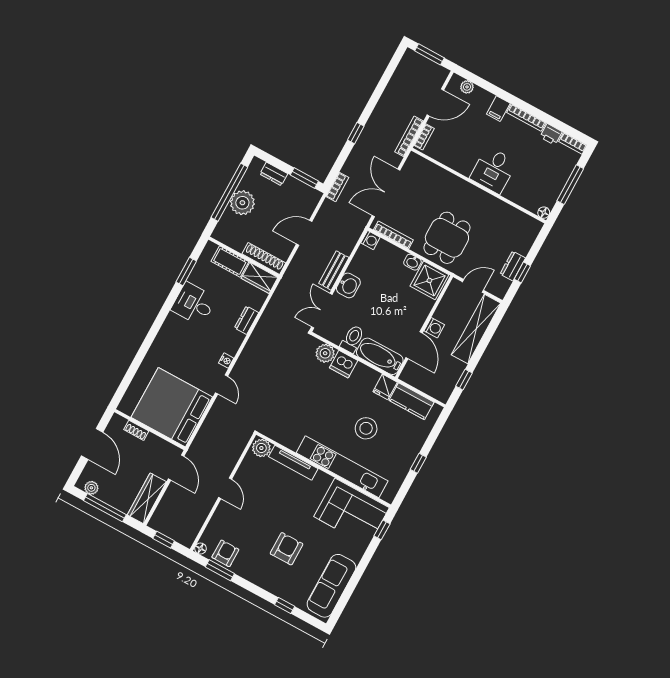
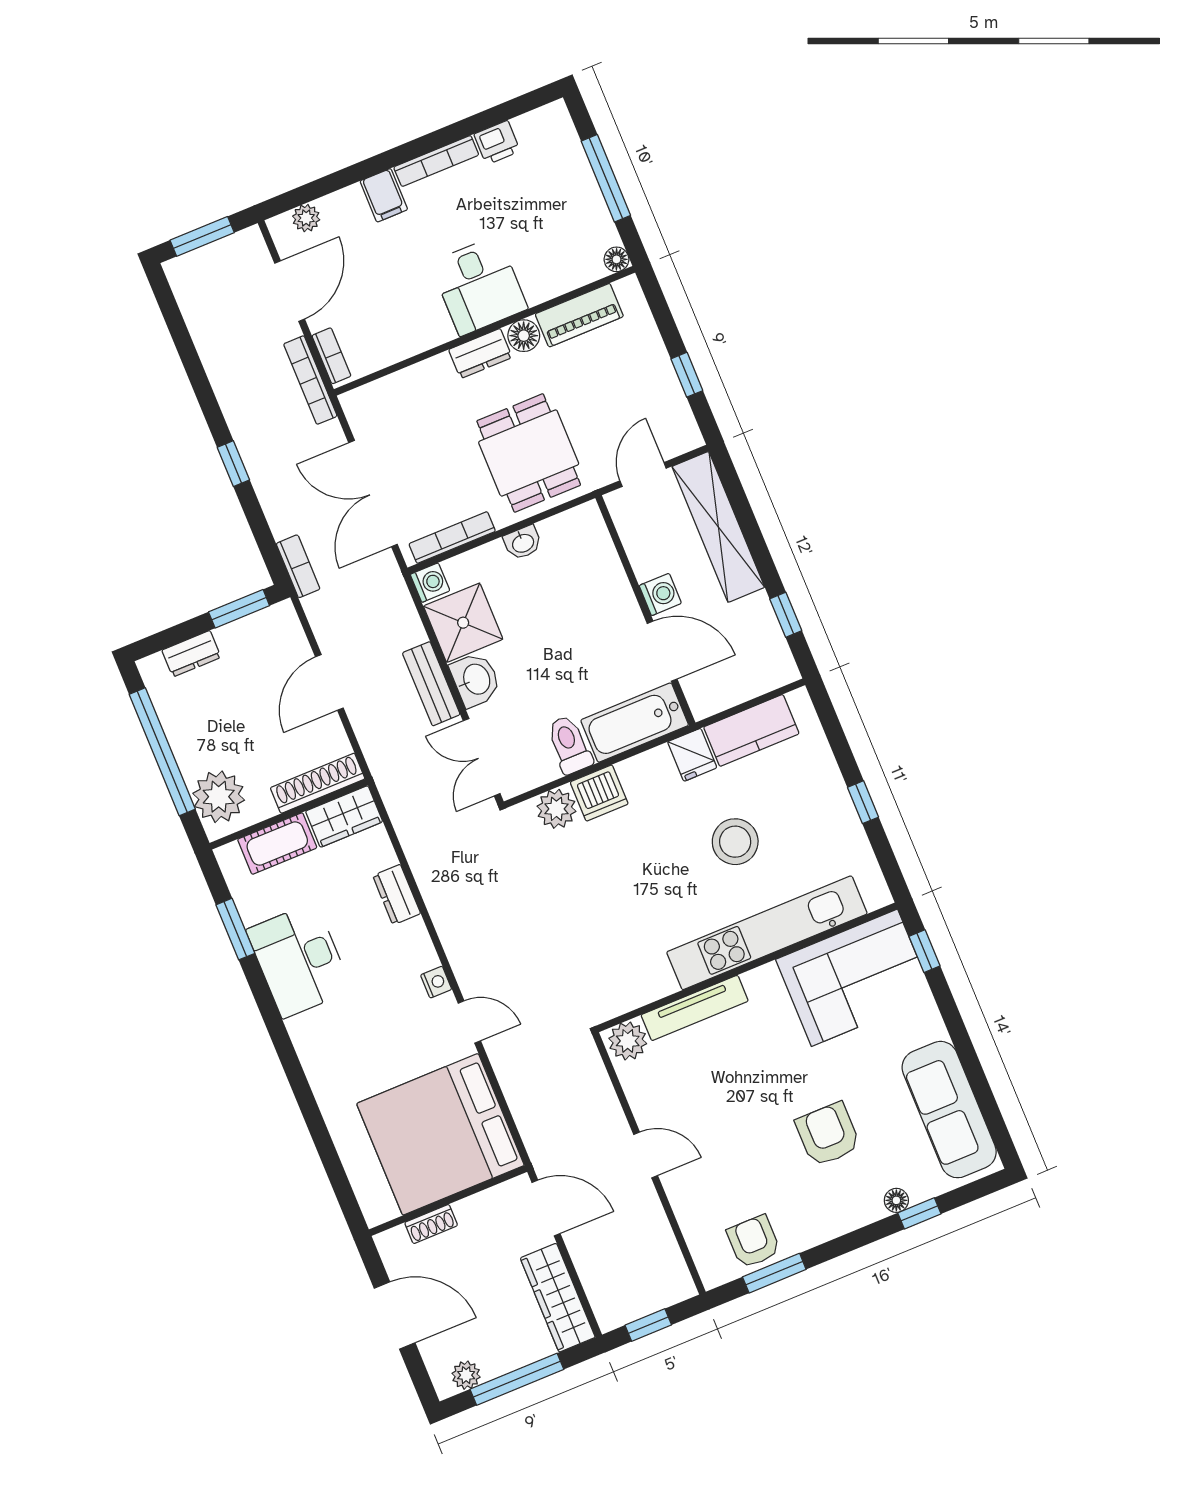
bookcase: (573, 143) -> (541, 119), removed
floor lamp: (488, 201) -> (524, 336), added
plant: (242, 203) -> (219, 797), moved
piano: (512, 216) -> (579, 315), added
dresser: (513, 266) -> (480, 353), moved, turned -90
shower: (429, 280) -> (463, 623), moved
desk: (194, 304) -> (299, 960), width x1.37
floor lamp: (200, 549) -> (896, 1200), moved

